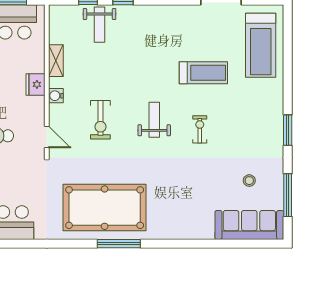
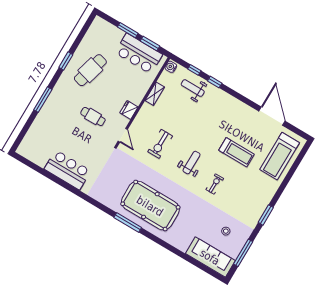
weight bench: (100, 25) -> (193, 88), turned 90
fridge: (35, 84) -> (129, 110), moved
water cooler: (56, 96) -> (171, 67), moved
pool table: (105, 208) -> (150, 206), moved

